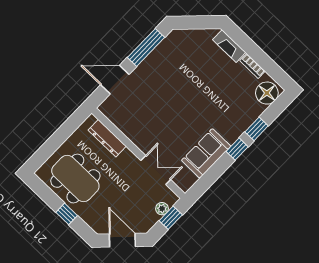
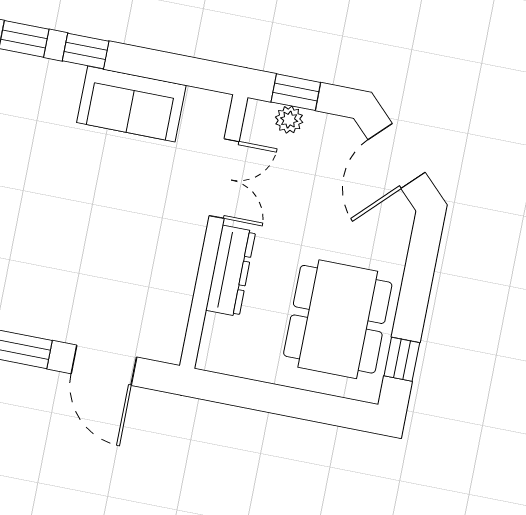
dresser: (107, 138) -> (231, 271), moved
double door: (156, 170) -> (224, 179), swing flipped
window: (67, 214) -> (402, 359), moved

